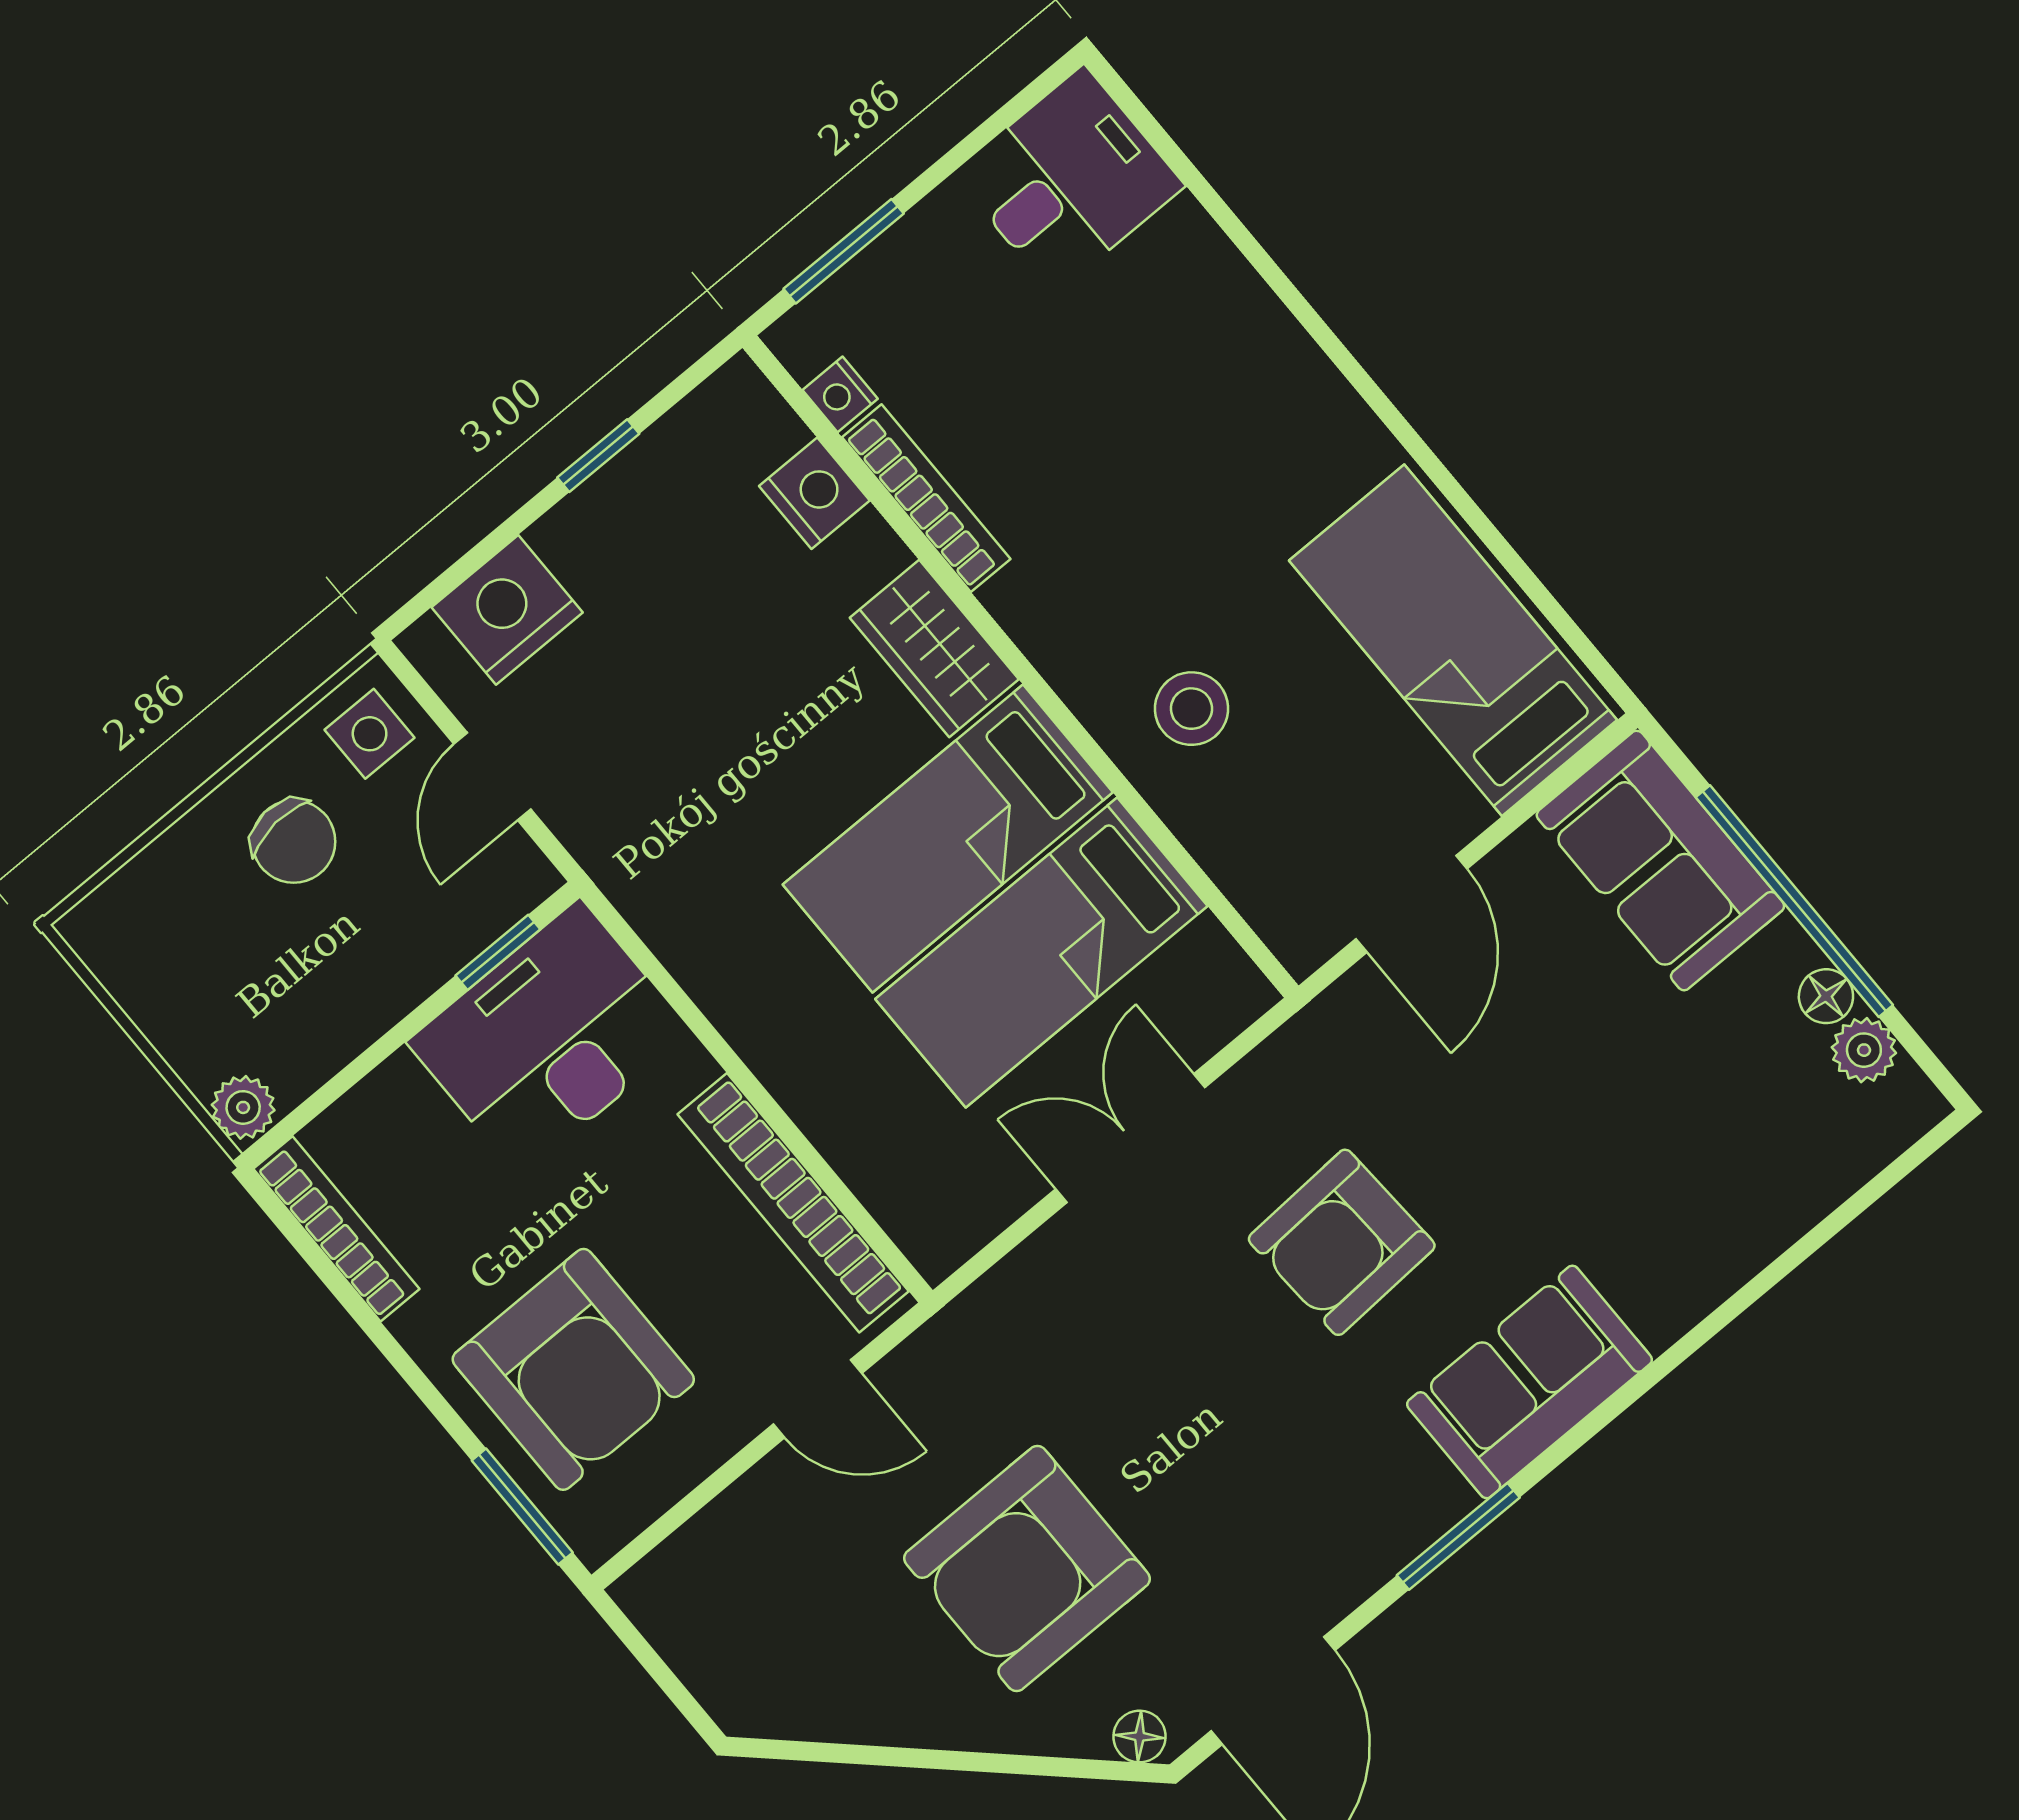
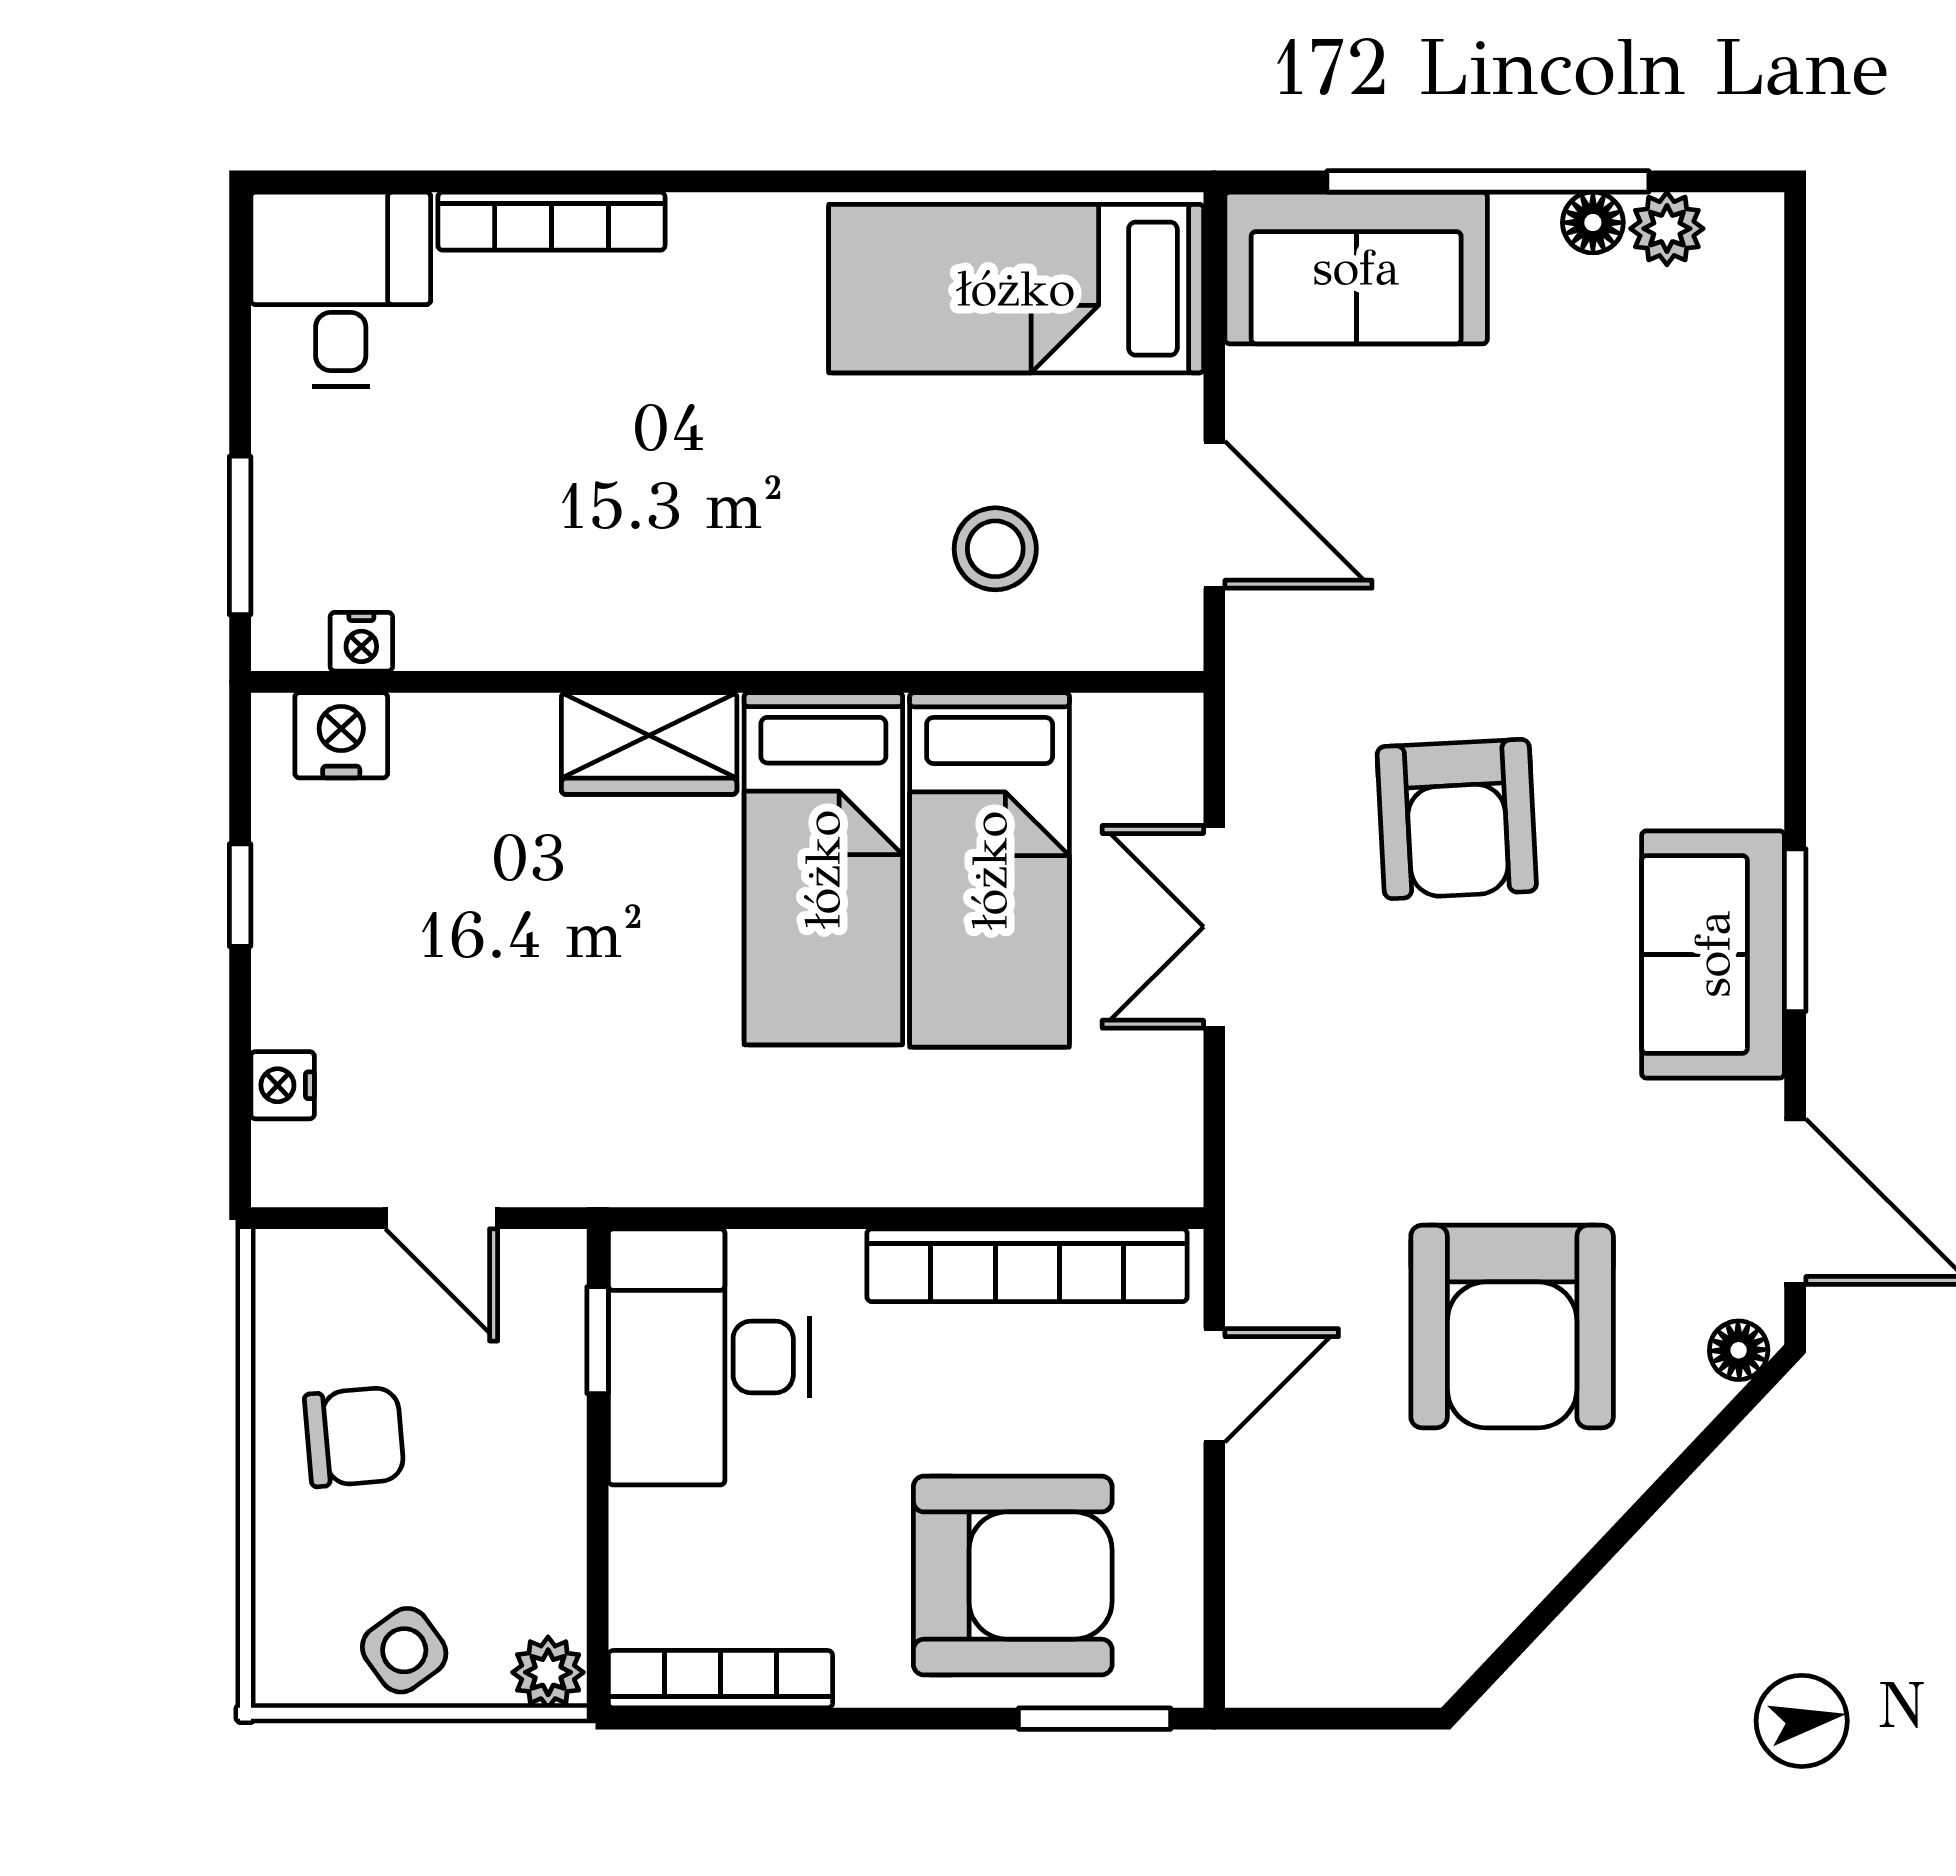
nightstand: (814, 493) -> (341, 735), moved
bookcase: (926, 498) -> (551, 221), moved, turned 180
nightstand: (507, 610) -> (283, 1085), width x0.53, depth x0.56
stool: (1192, 709) -> (995, 549), moved
side table: (370, 734) -> (404, 1650), moved, turned -36
sofa: (1530, 1382) -> (1713, 954), moved

